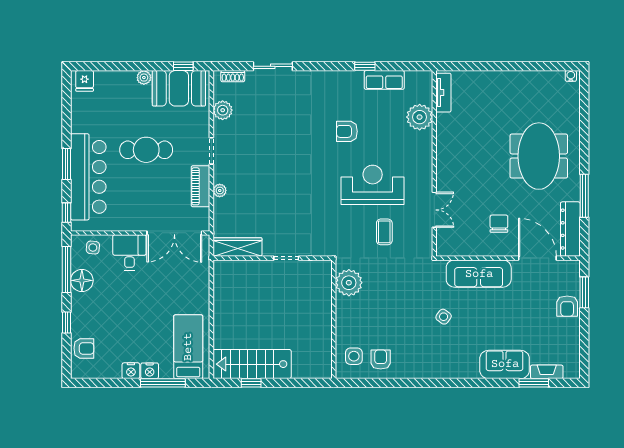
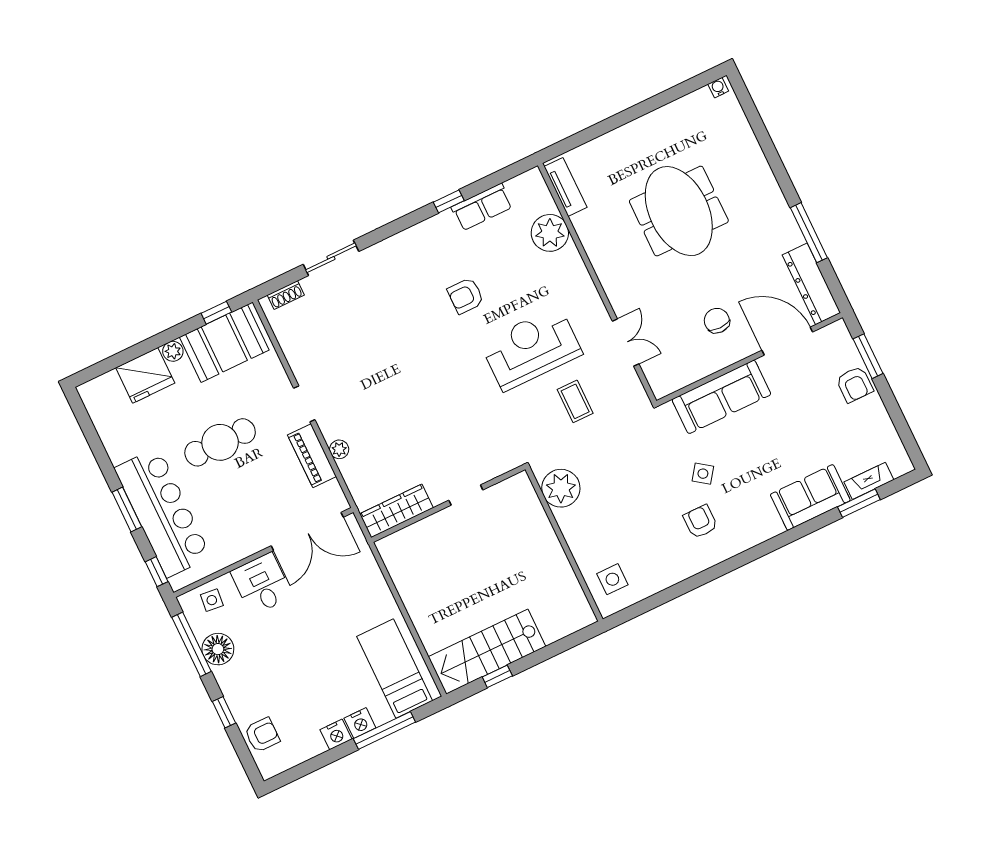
fridge: (85, 81) -> (145, 375), moved, width x1.88, depth x1.34
plant: (223, 110) -> (294, 345), removed
meeting table: (539, 156) -> (679, 211), moved
armchair: (381, 359) -> (700, 522), moved

